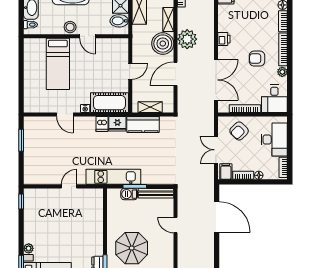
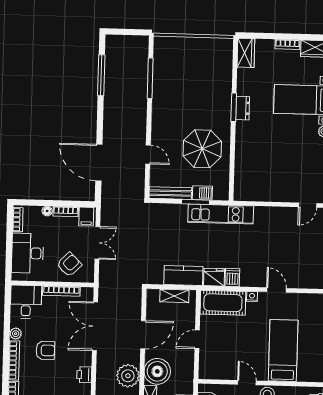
door: (69, 186) -> (308, 205), moved
parasol: (132, 248) -> (202, 149), moved

